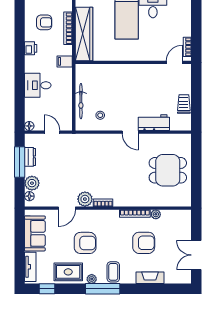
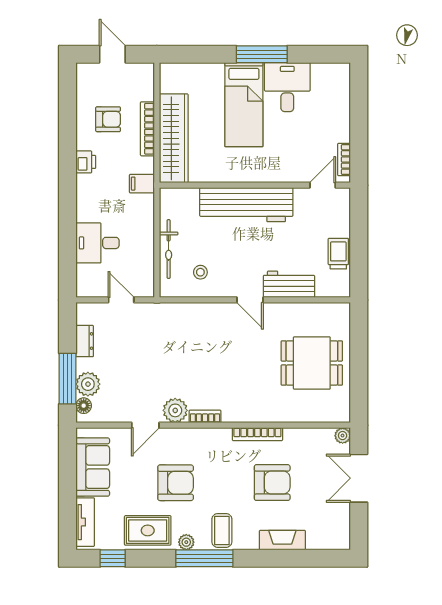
workbench: (128, 74) -> (246, 205), added
desk: (38, 85) -> (97, 243), moved
floor lamp: (29, 126) -> (83, 290), removed
window: (20, 162) -> (68, 379), moved
plant: (156, 214) -> (343, 436), moved
double door: (196, 255) -> (359, 478), moved

